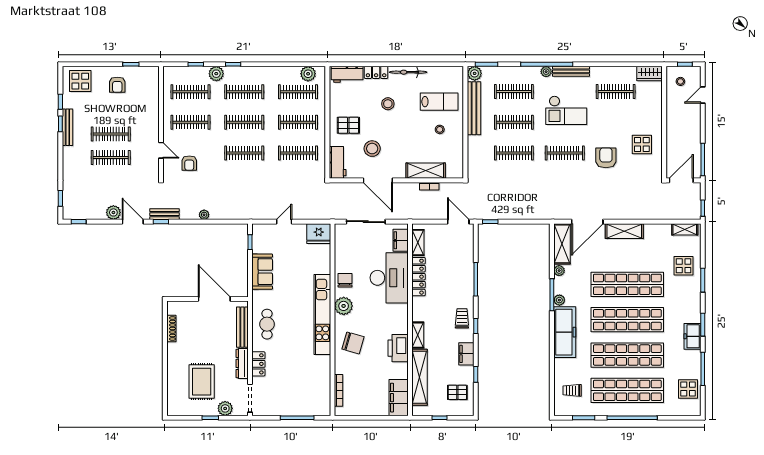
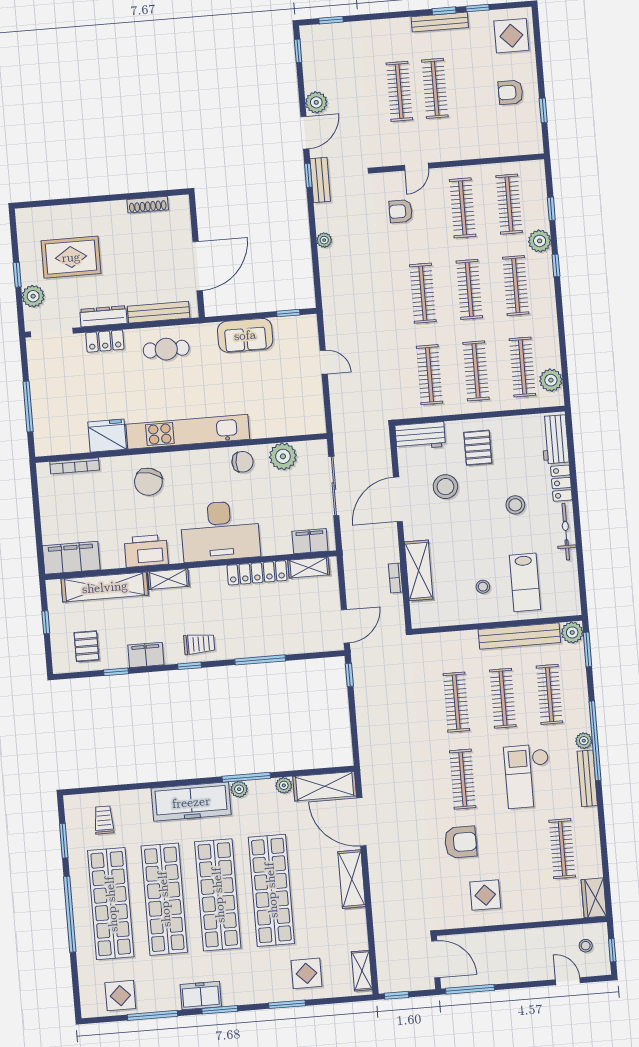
fridge: (319, 234) -> (107, 436), moved, turned 90
desk: (389, 278) -> (220, 531), moved
plant: (344, 306) -> (283, 456), moved

